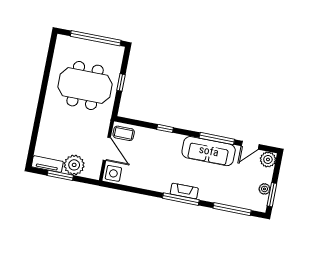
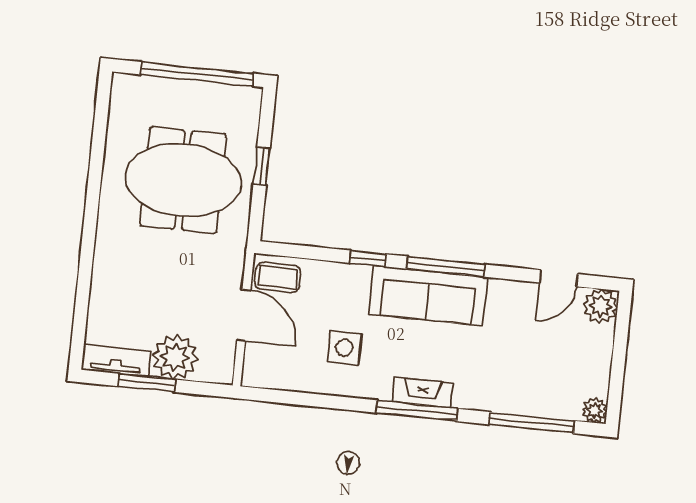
window: (217, 139) -> (446, 267), moved
sofa: (209, 151) -> (428, 296), moved
side table: (113, 173) -> (344, 348), moved
plant: (264, 189) -> (595, 410), moved
window: (272, 195) -> (616, 383), removed

